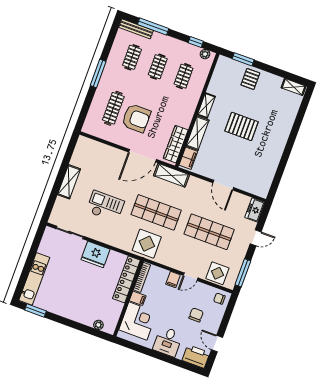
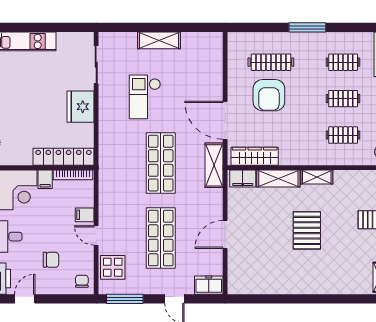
checkout: (105, 206) -> (145, 97), turned 180
display table: (147, 244) -> (117, 166), removed

